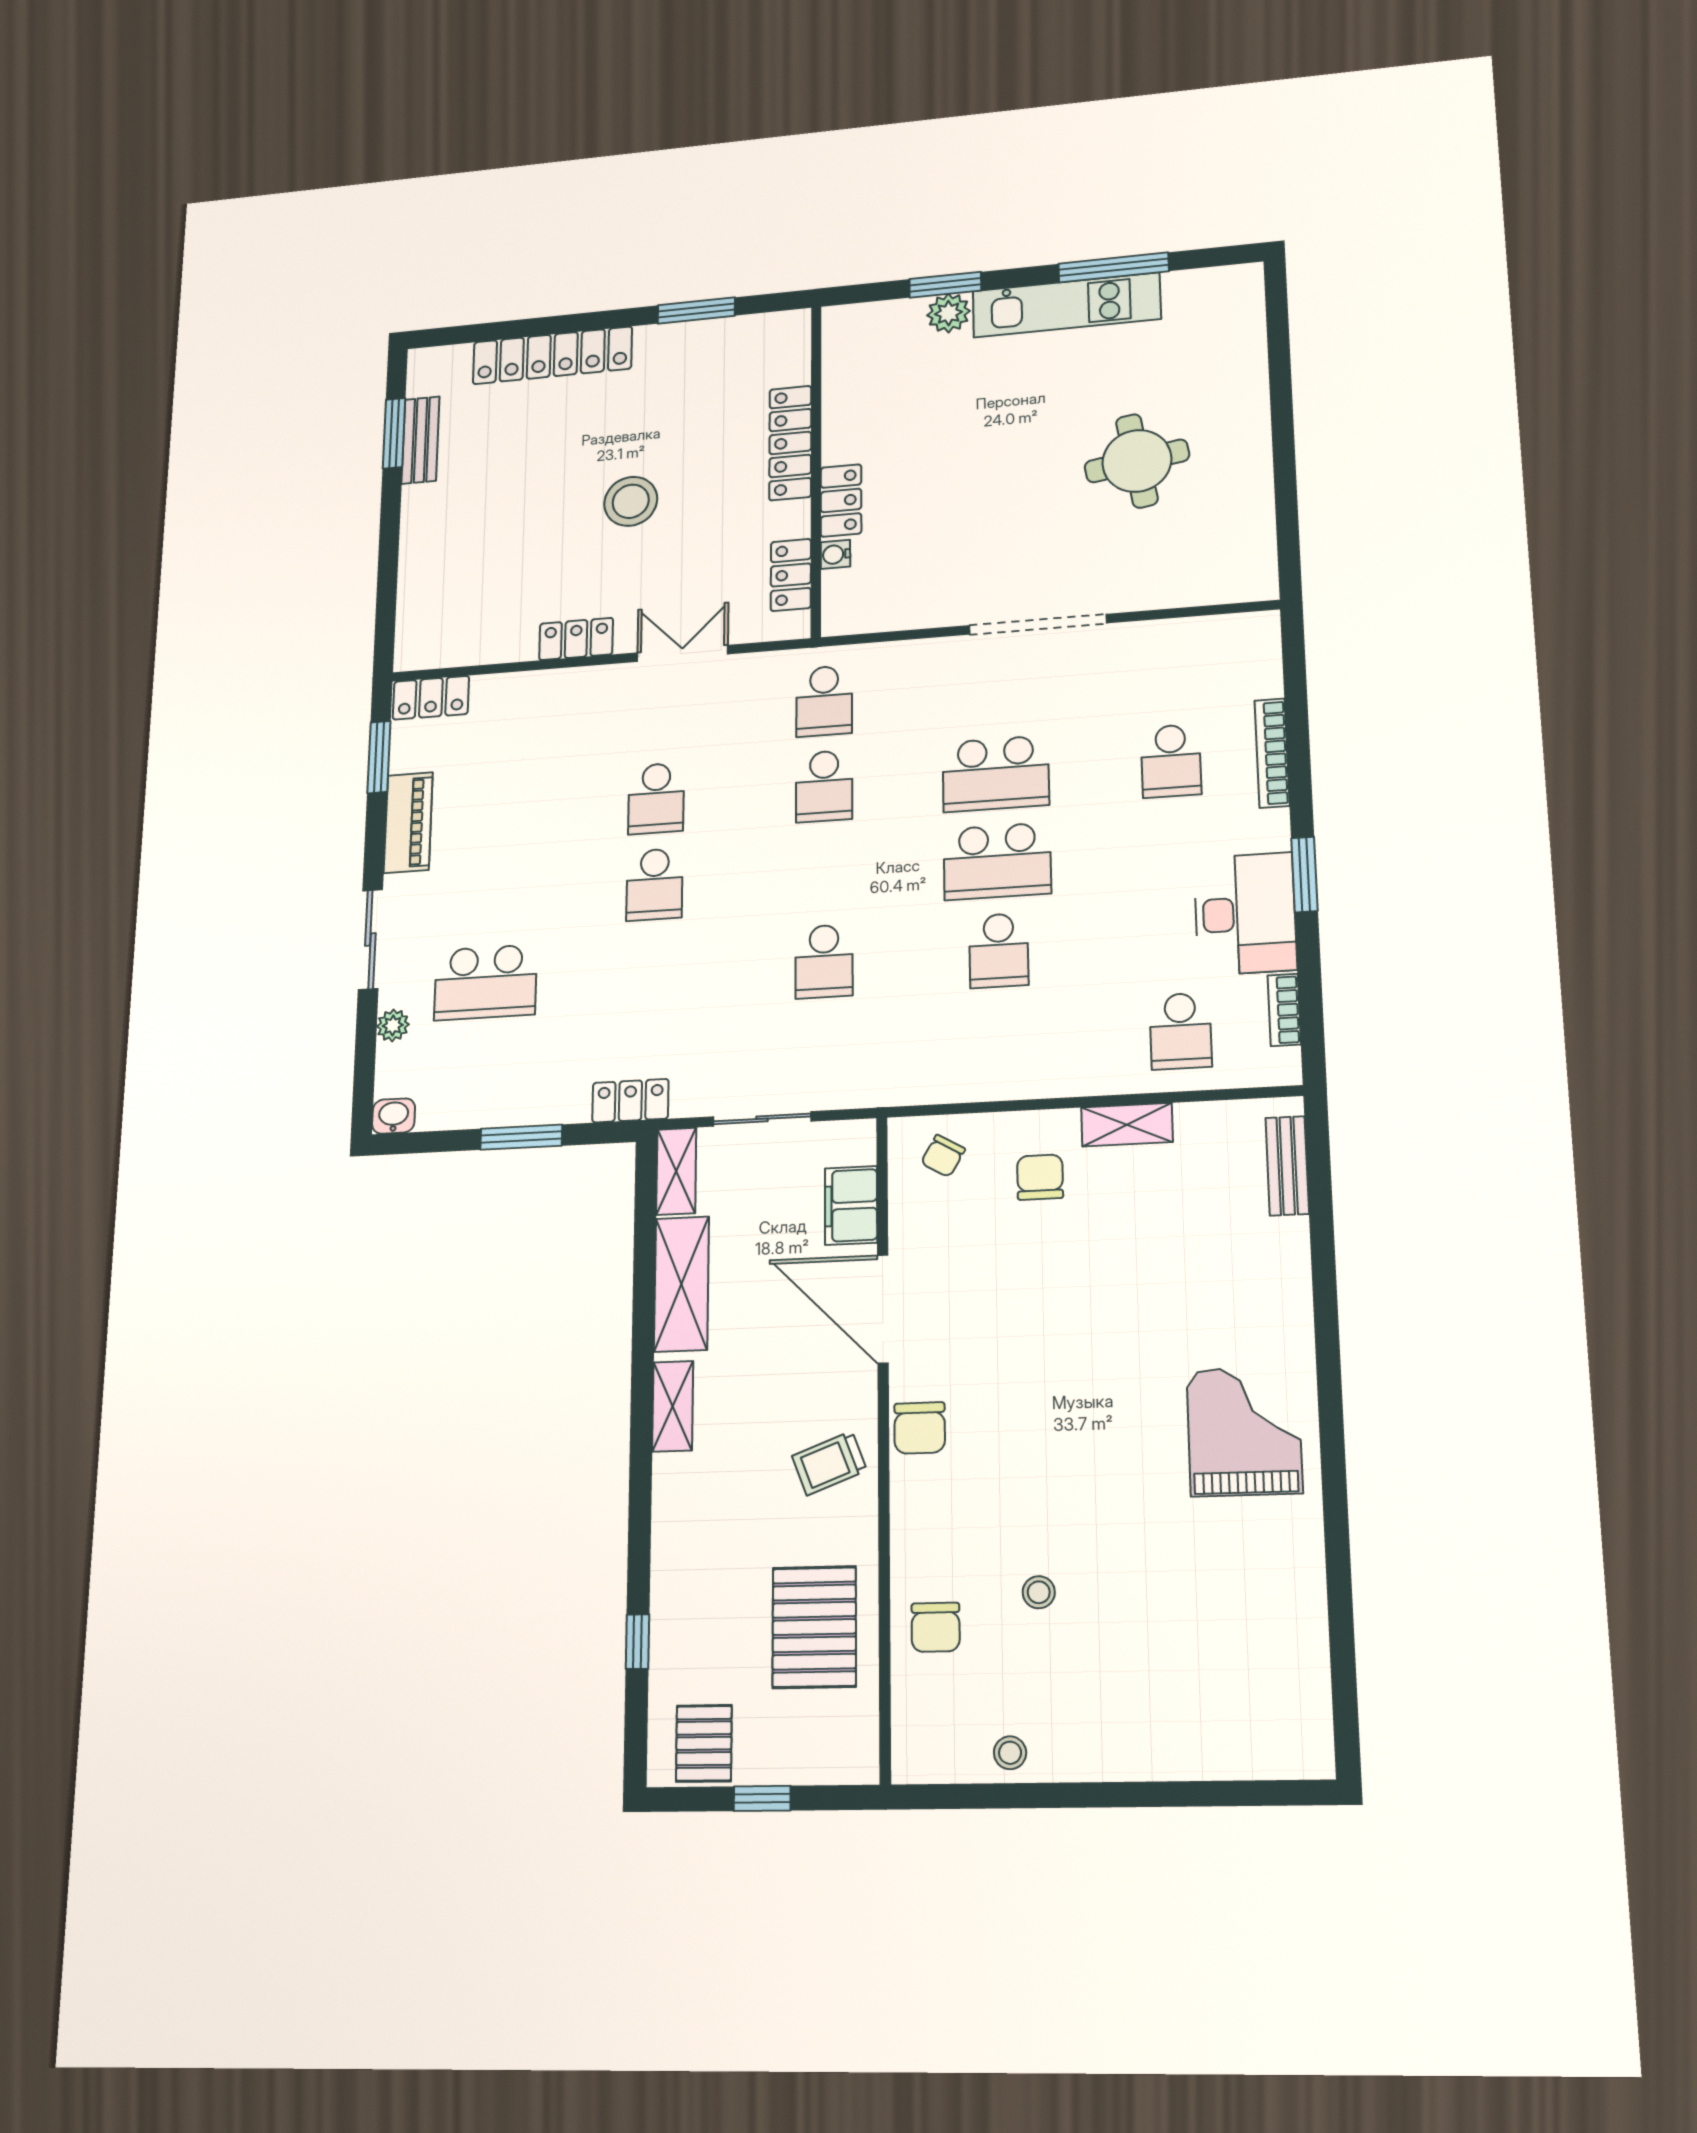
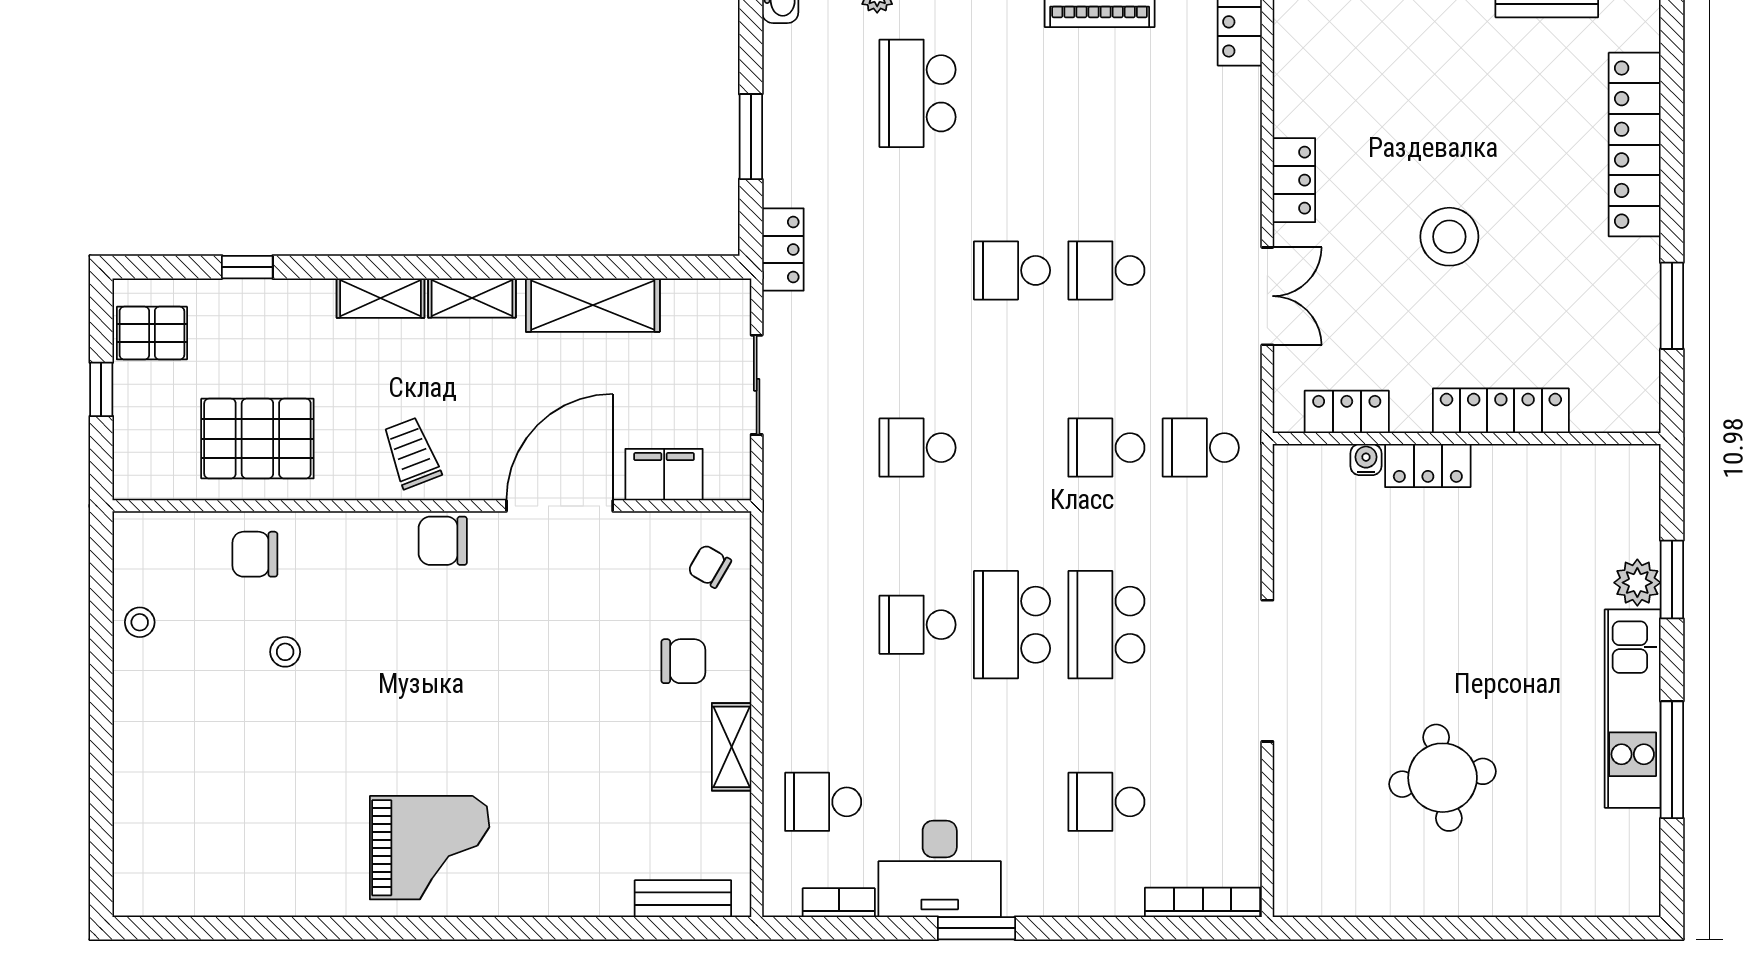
bookcase: (1272, 753) -> (1203, 902), moved
shelving: (676, 1171) -> (381, 298), moved

